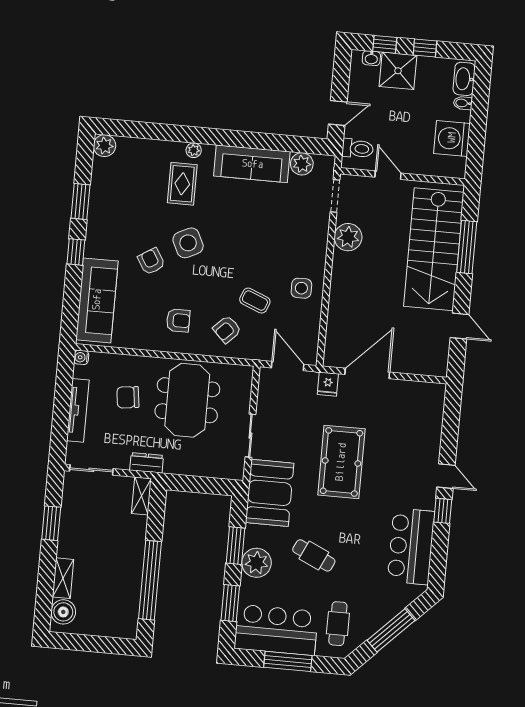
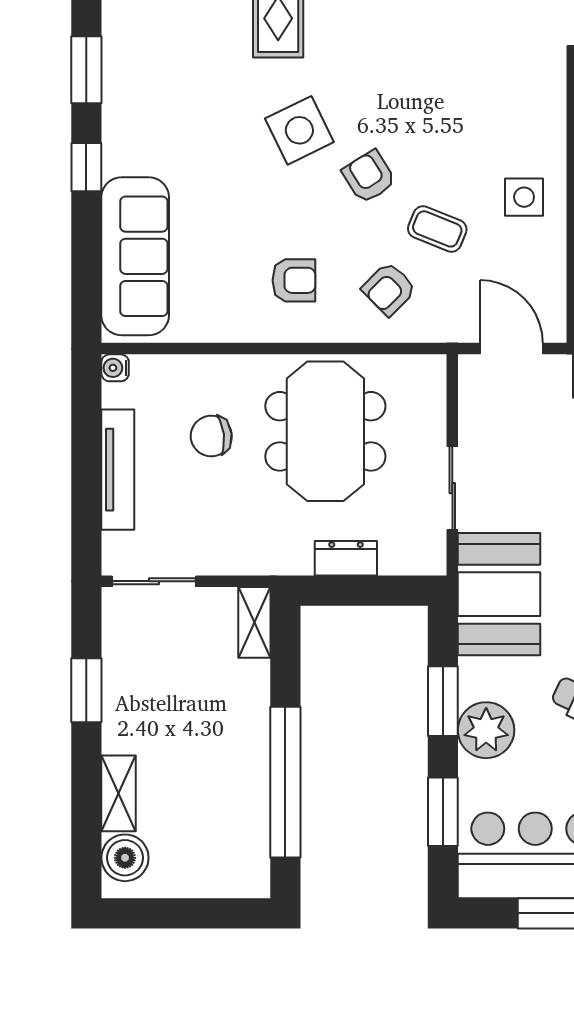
armchair: (151, 261) -> (369, 177), moved
dresser: (147, 463) -> (346, 558), moved

